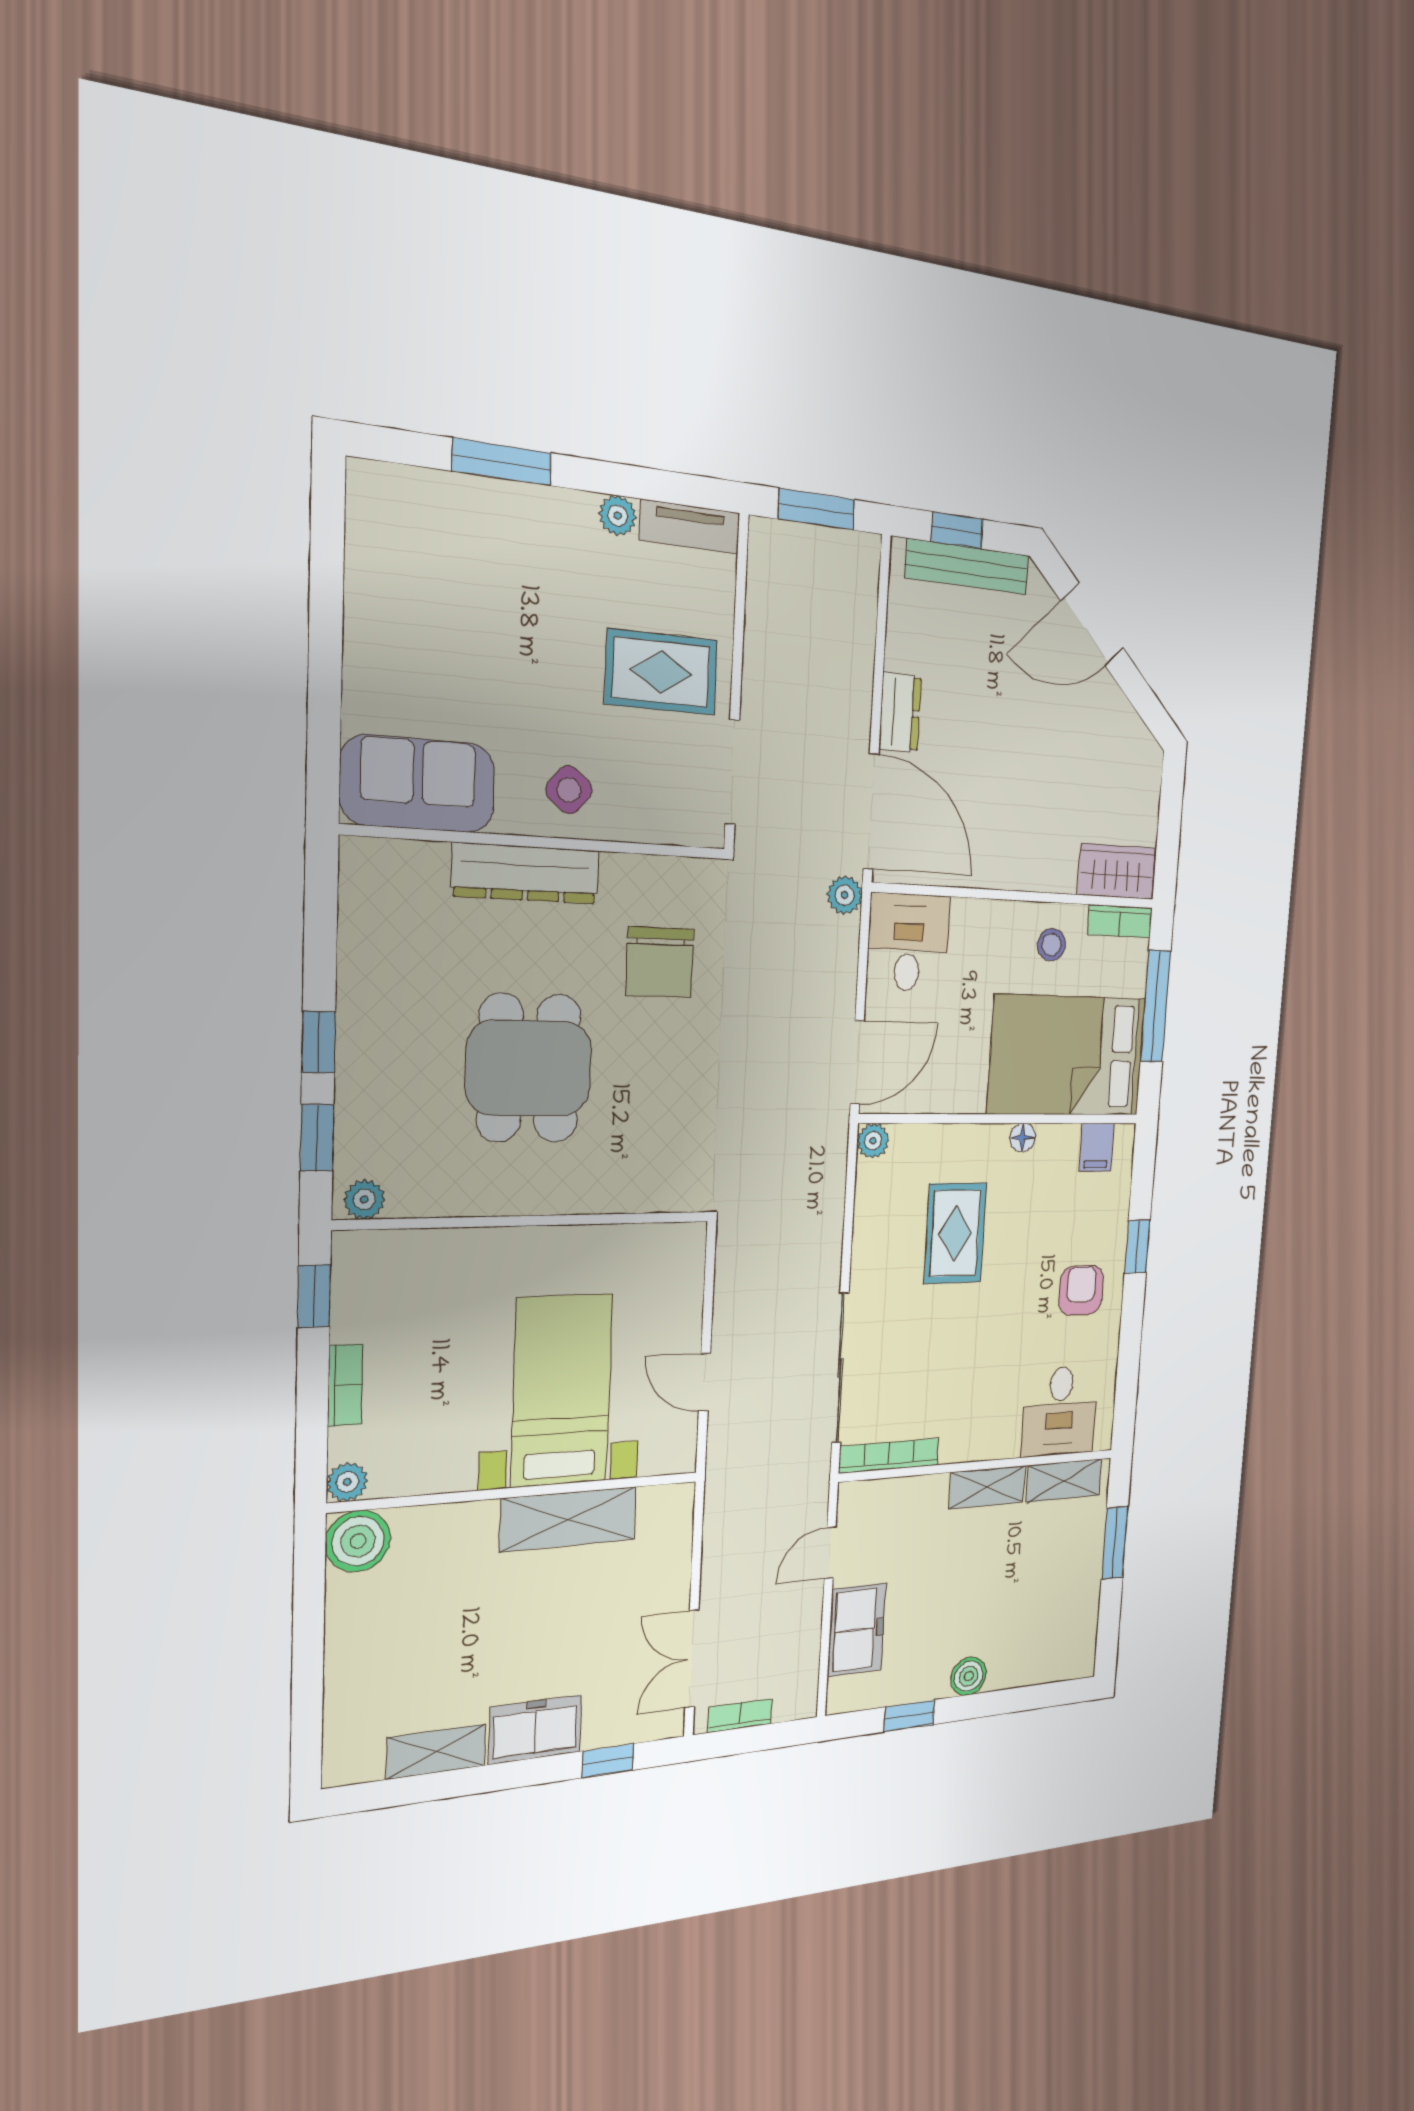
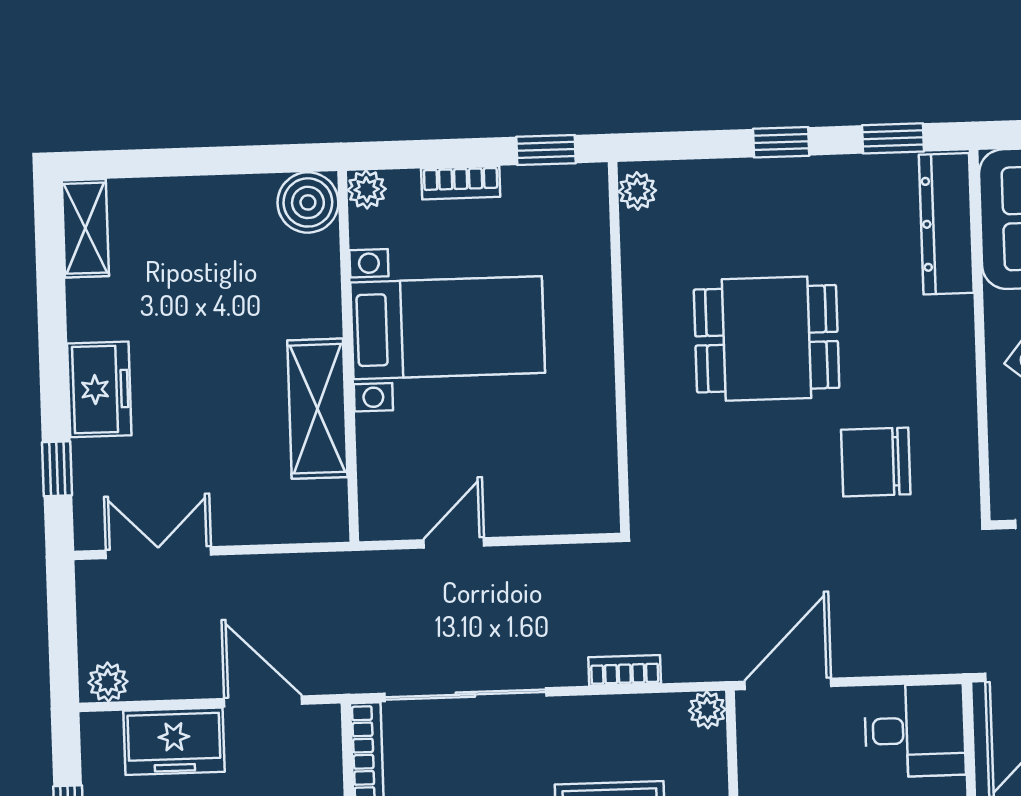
dresser: (526, 873) -> (946, 224), moved
plant: (845, 895) -> (108, 682), moved
door: (857, 1063) -> (788, 684), swing flipped
window: (317, 1138) -> (893, 138), moved
bed with nightstands: (562, 1390) -> (448, 328), moved
door: (830, 1553) -> (263, 701), width x1.38
bookcase: (740, 1716) -> (625, 670), moved, turned -90
shelving: (436, 1752) -> (85, 228), moved

